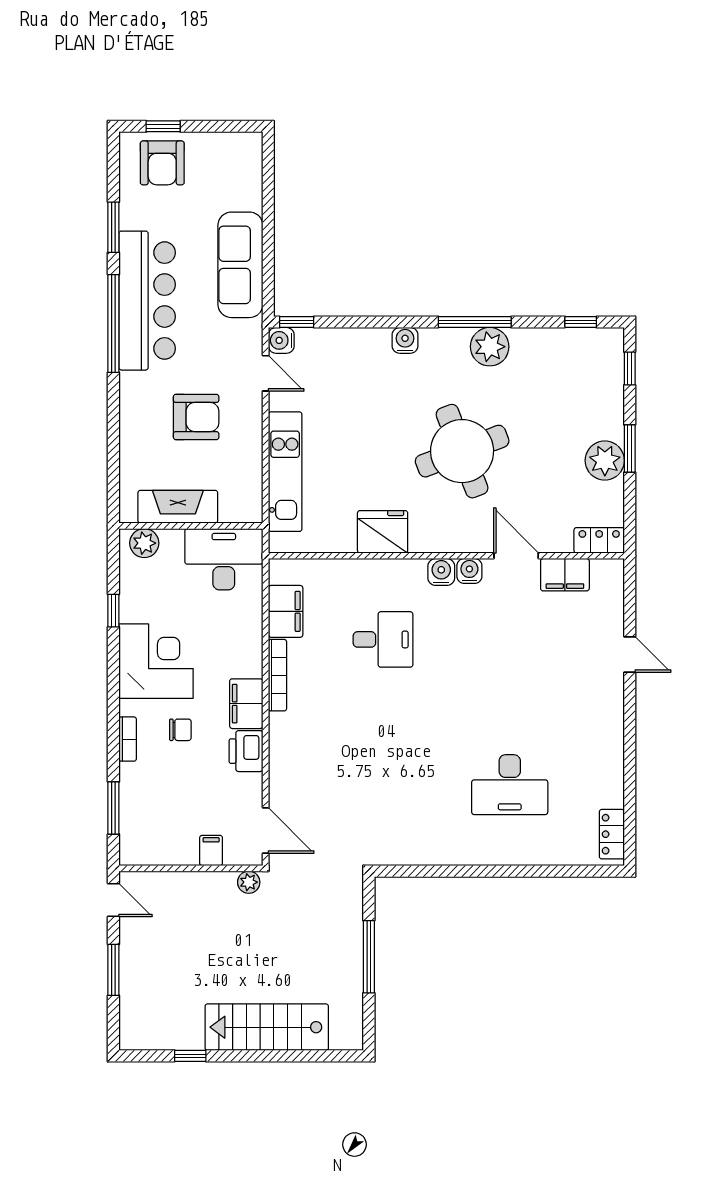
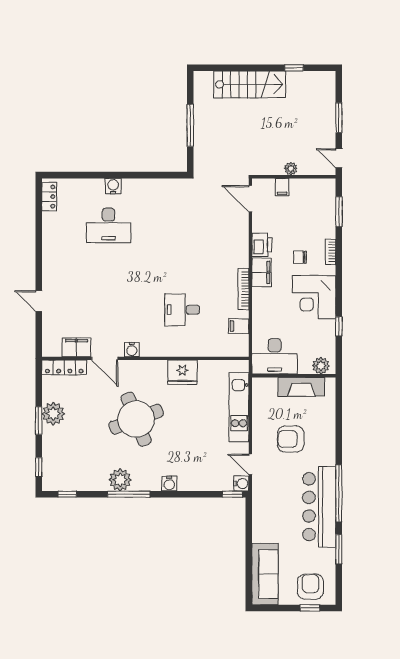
sofa: (240, 265) -> (265, 574), moved
locker: (599, 540) -> (64, 367), width x1.53
water cooler: (441, 572) -> (113, 186), moved, turned 180
filing cabinet: (286, 611) -> (239, 326), width x0.50
desk: (510, 785) -> (108, 225), turned 180
plant: (249, 882) -> (291, 169), moved

